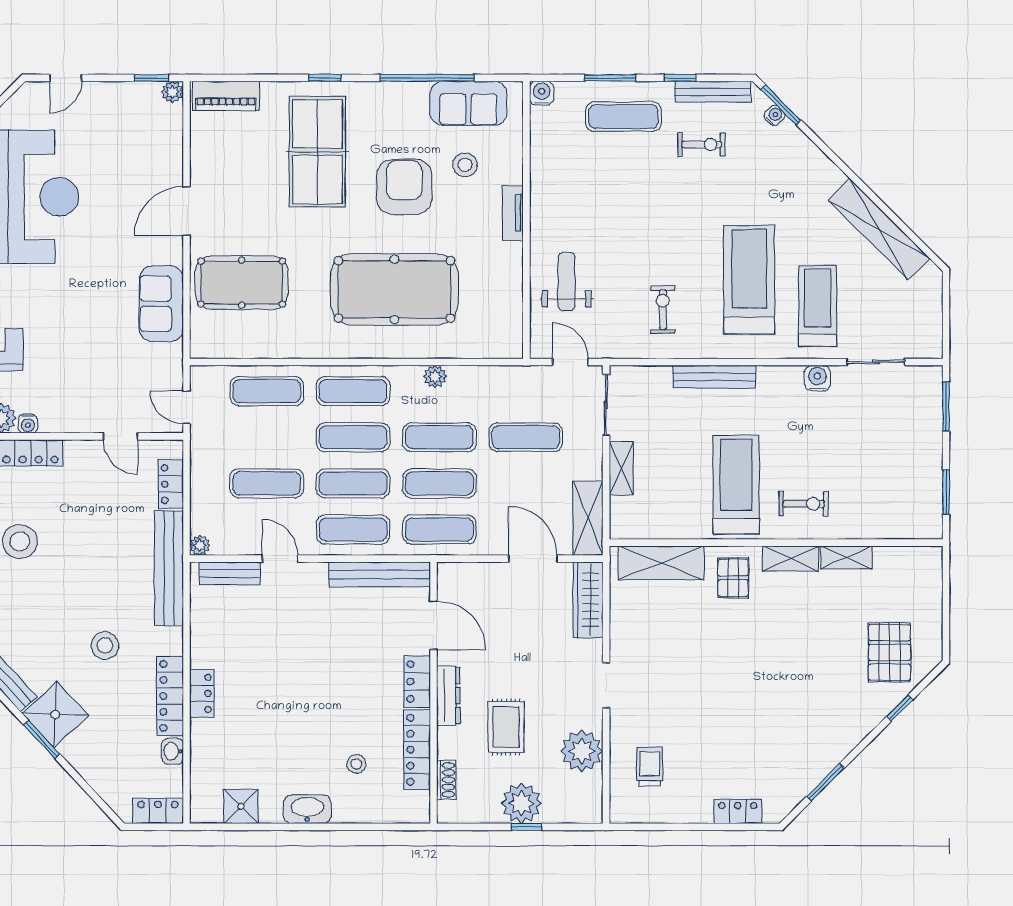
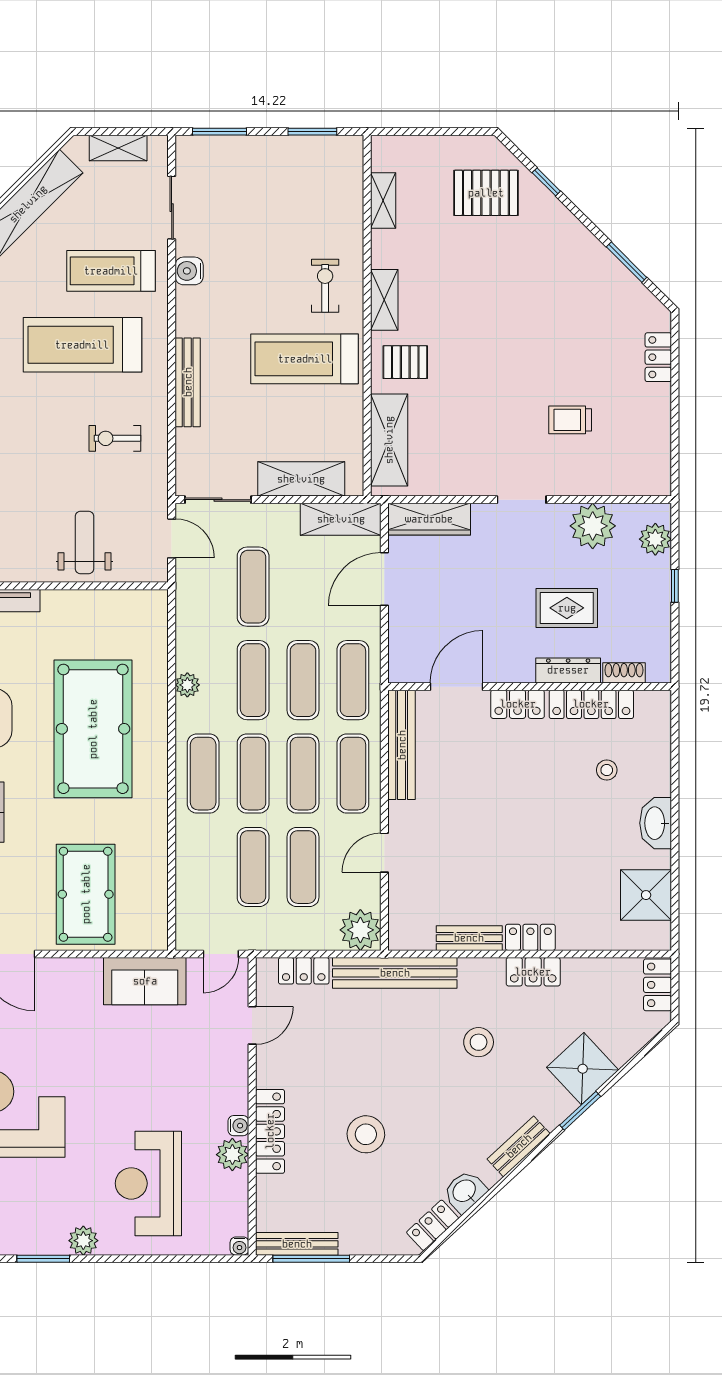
weight bench: (567, 282) -> (84, 542), turned 90
sofa: (161, 304) -> (145, 981), moved
shelving: (931, 313) -> (118, 148), added
door: (570, 362) -> (172, 538), swing flipped
exercise mat: (267, 391) -> (253, 867), moved
shelving: (621, 468) -> (301, 479), width x1.50, depth x1.33
plant: (200, 545) -> (360, 930), width x1.88, depth x1.88
shelving: (847, 557) -> (383, 200), moved
bench: (230, 573) -> (469, 938), moved, turned 90
locker: (170, 696) -> (533, 972), width x0.66
dresser: (448, 696) -> (568, 670), moved
shower: (55, 715) -> (583, 1069), moved
washbasin: (173, 751) -> (593, 969), removed
trolley: (650, 767) -> (570, 420), moved
plant: (521, 803) -> (655, 539), moved, width x0.73, depth x0.73
shower: (241, 806) -> (646, 895), width x1.36, depth x1.36

